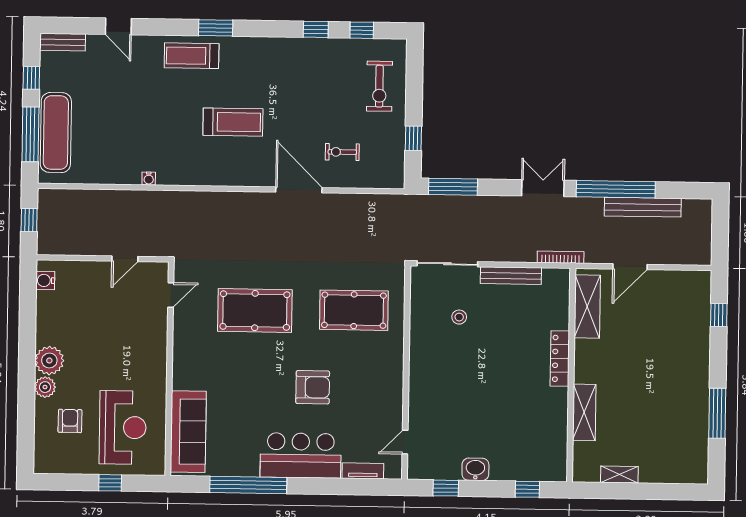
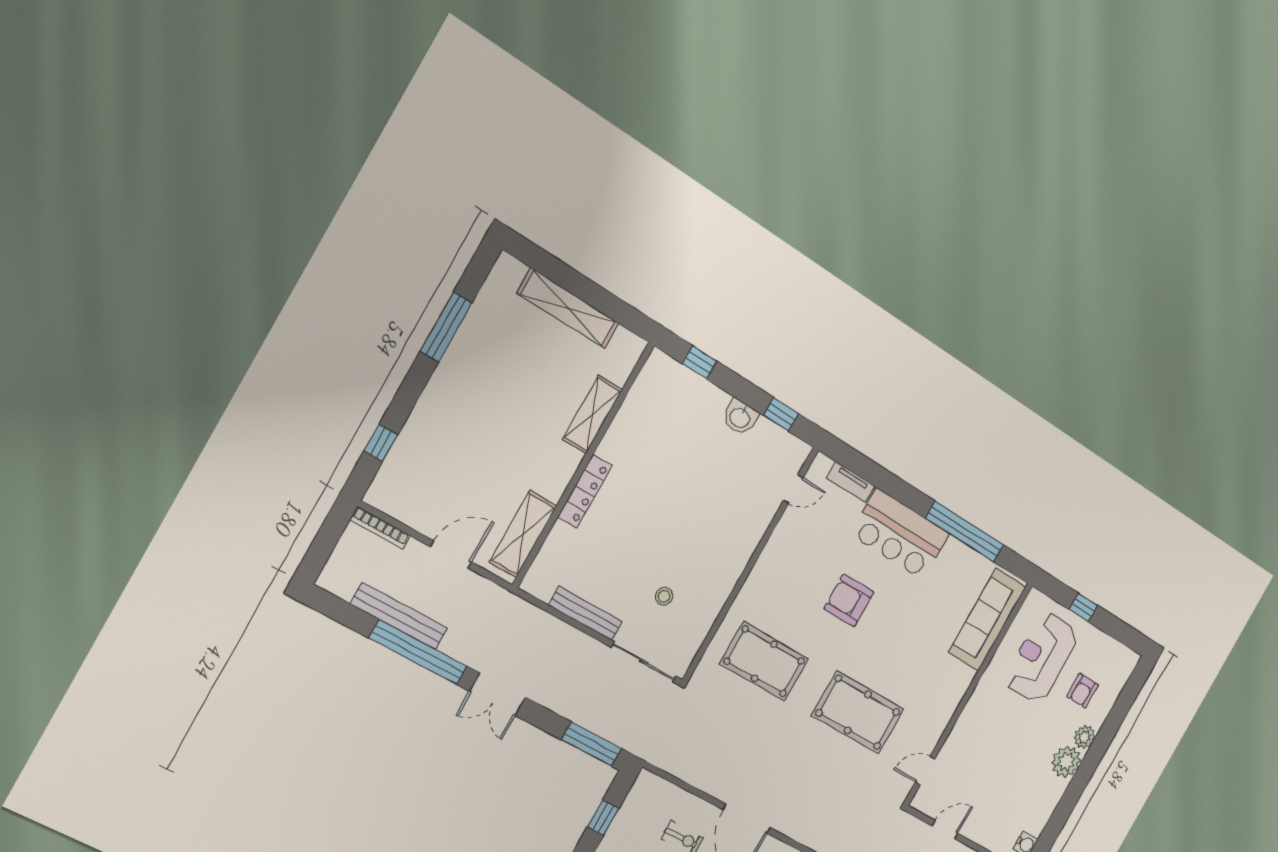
bookcase: (561, 257) -> (380, 528), moved
shelving: (619, 474) -> (568, 308), width x2.20, depth x1.33

